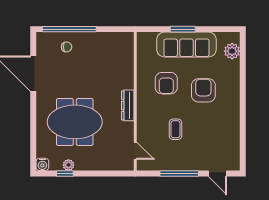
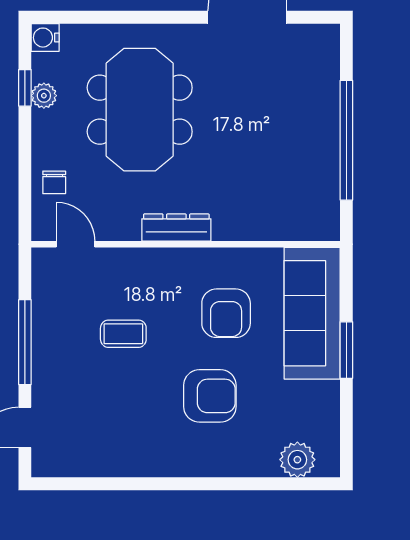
window: (69, 29) -> (346, 140), moved
sofa: (186, 44) -> (312, 313), moved
chair: (67, 47) -> (54, 182), moved
armchair: (166, 83) -> (226, 313), turned -90
door: (135, 151) -> (76, 244), swing flipped

